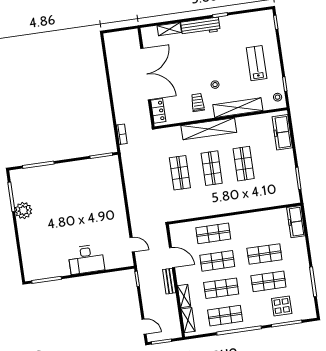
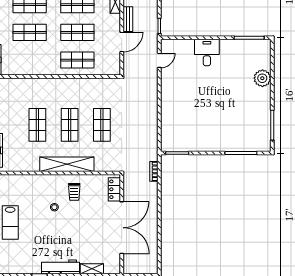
double door: (146, 74) -> (122, 228), swing flipped
shelving: (238, 108) -> (35, 181), removed
plant: (23, 211) -> (262, 78), moved
door: (132, 245) -> (159, 60), swing flipped
door: (172, 258) -> (122, 42), swing flipped
desk: (86, 259) -> (207, 53), width x0.73

